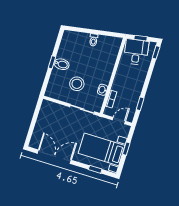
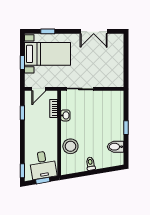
bidet: (62, 64) -> (116, 147), moved
stool: (77, 84) -> (70, 146), moved
double door: (54, 157) -> (94, 31), width x0.73

